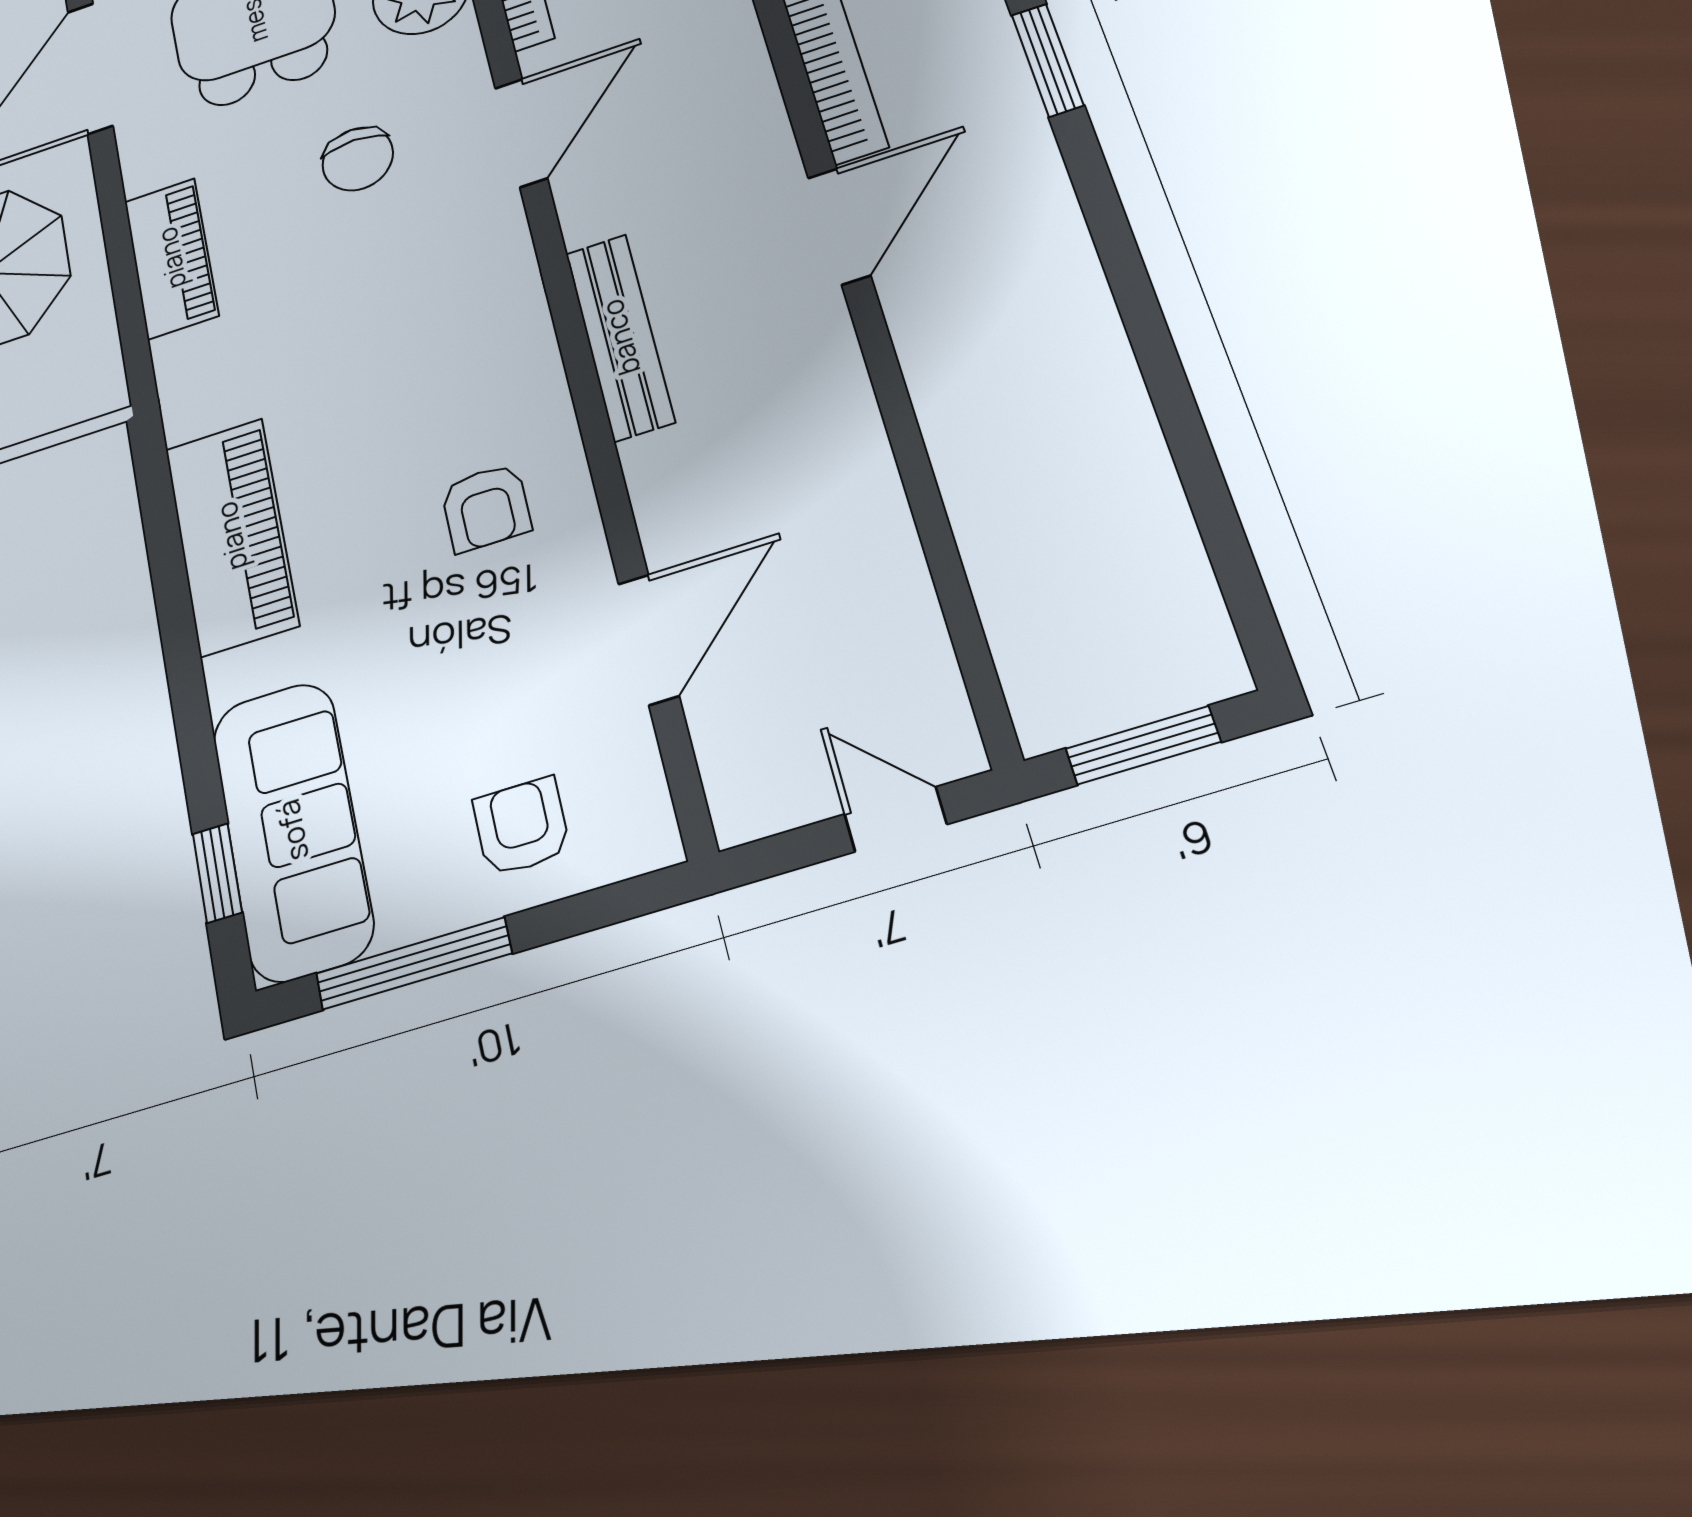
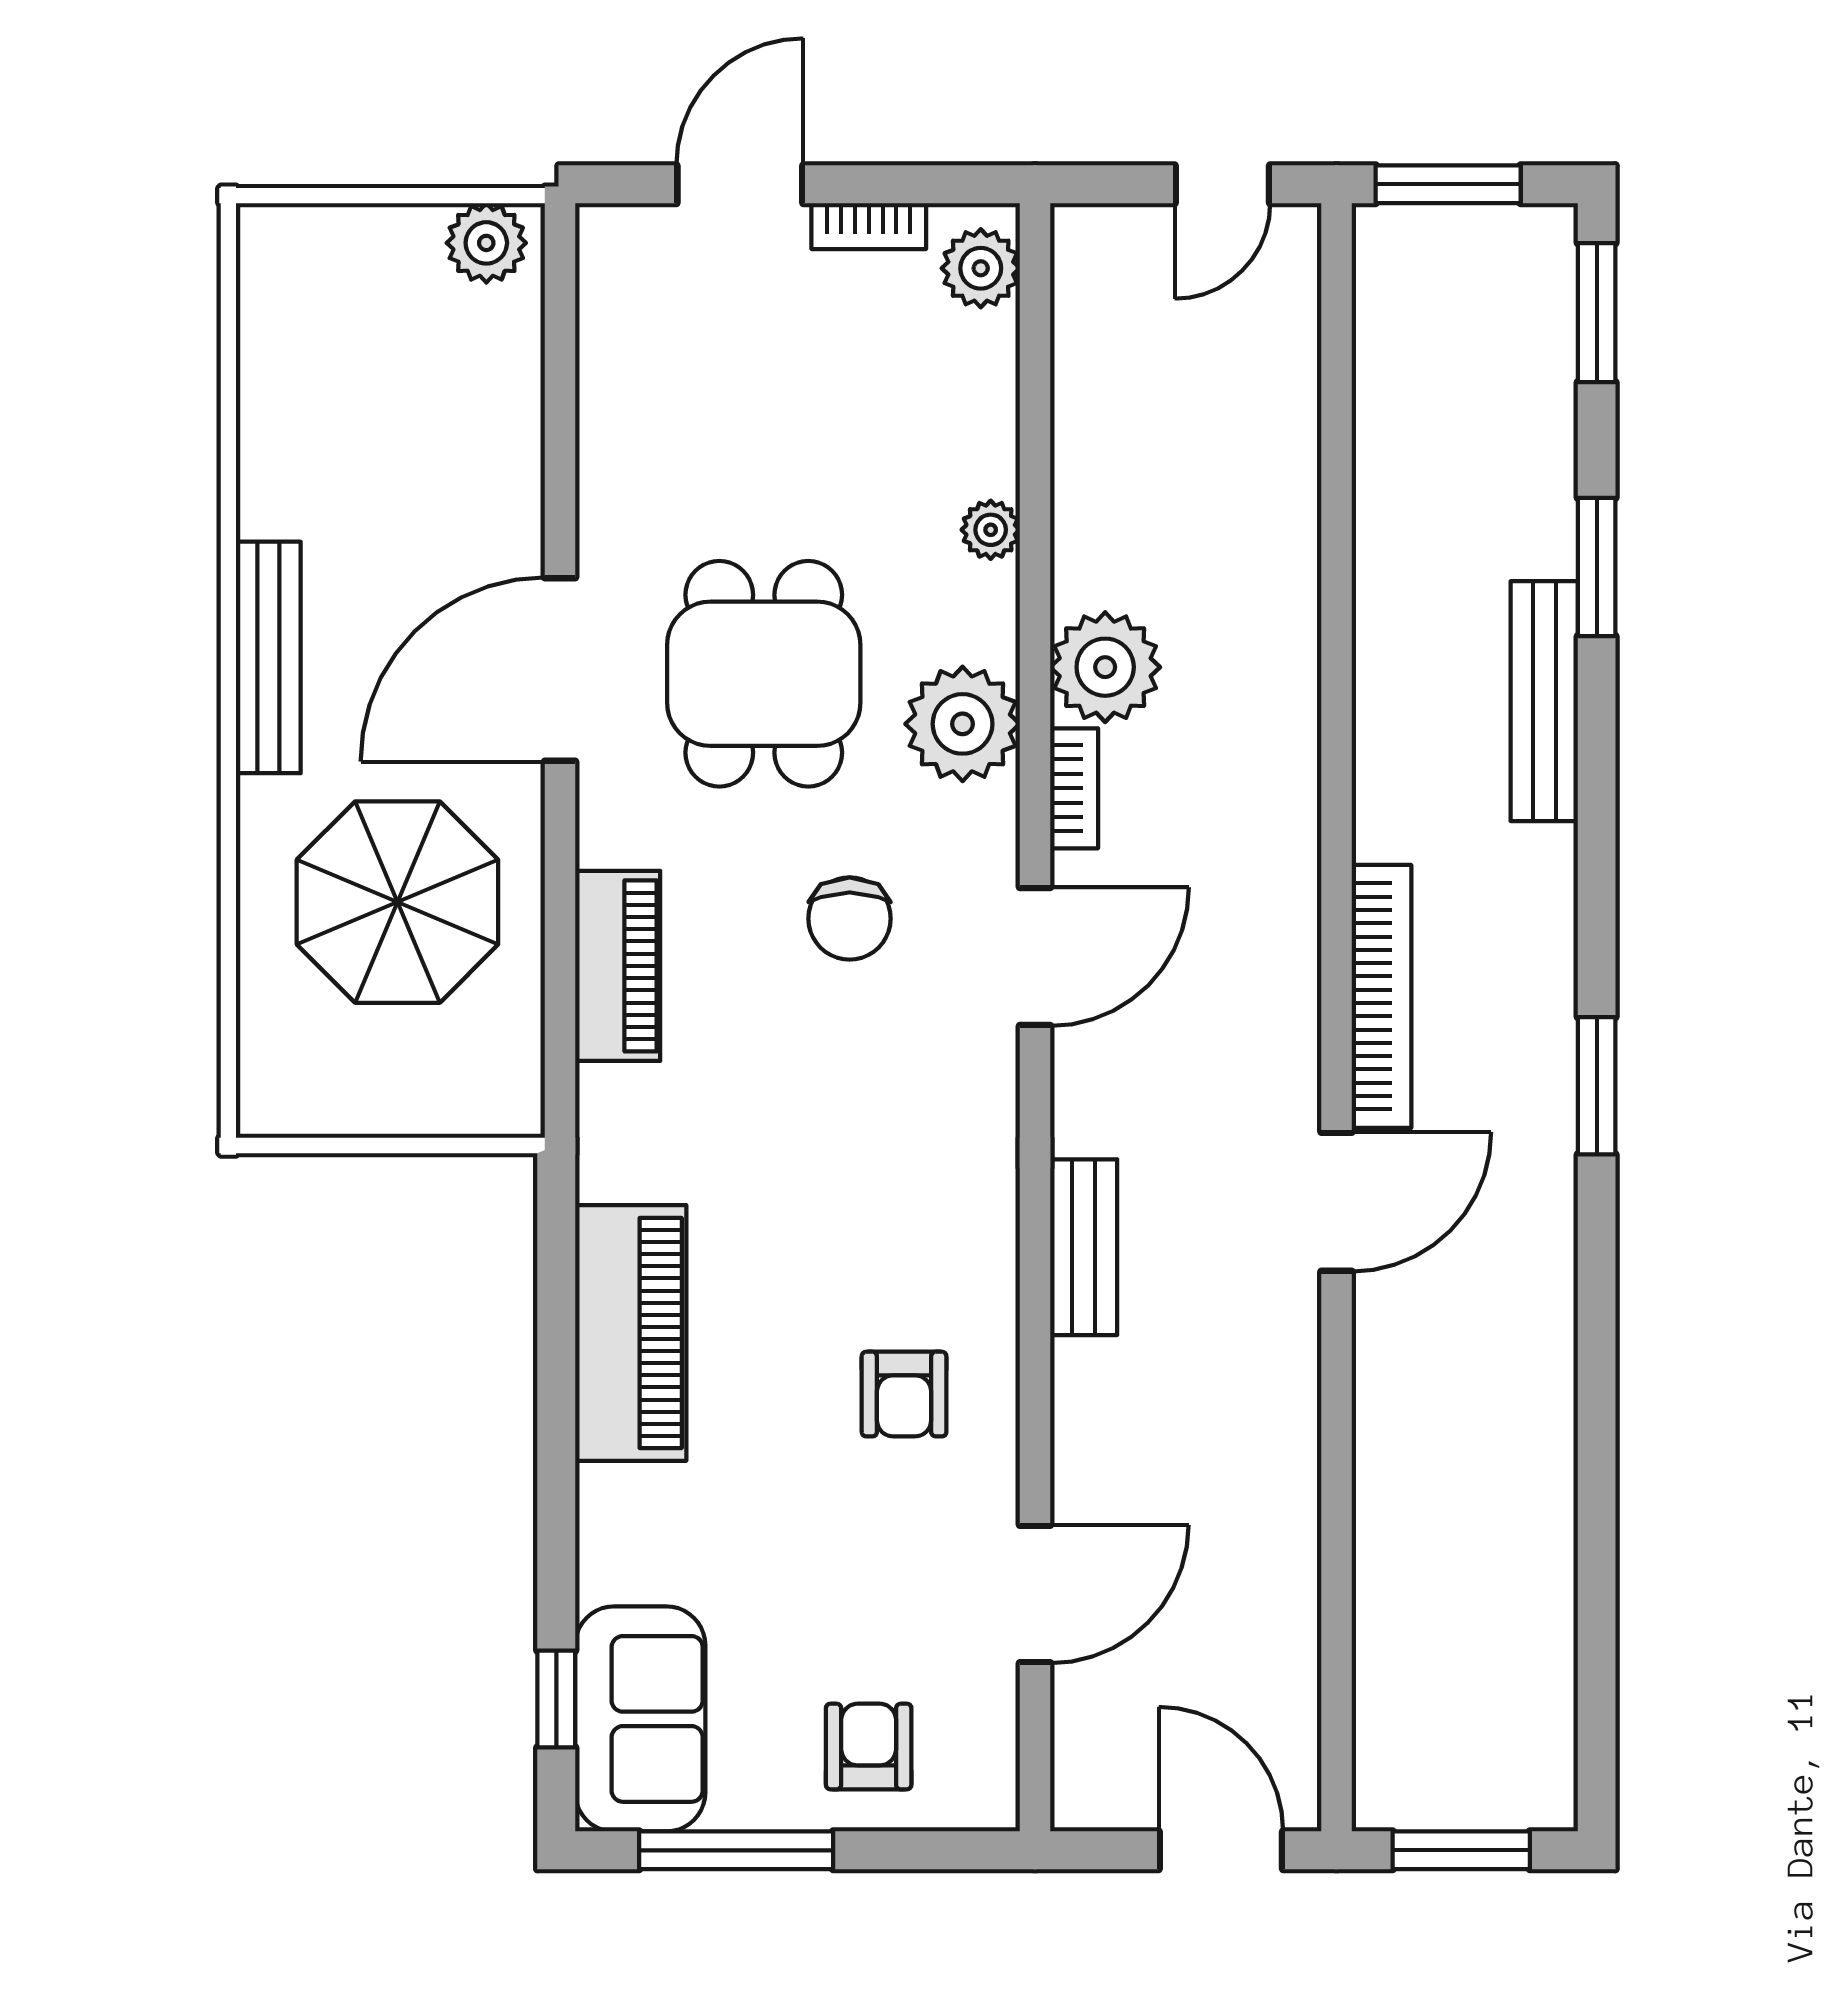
bench: (620, 337) -> (1084, 1247), width x0.73
door: (895, 819) -> (1221, 1850), width x1.38
sofa: (292, 830) -> (640, 1719), width x0.73

